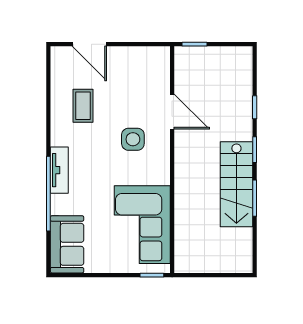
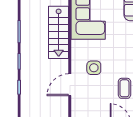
door: (172, 112) -> (70, 85), hinge flipped
stairs: (236, 184) -> (59, 32), moved, turned 180

